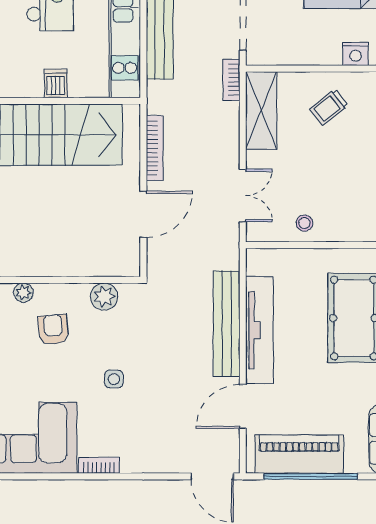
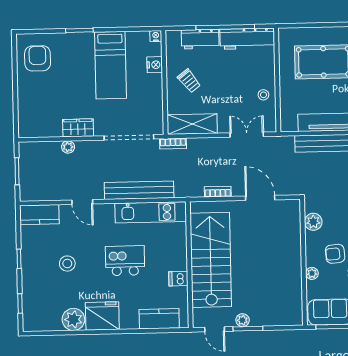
dishwasher: (56, 83) -> (178, 279), moved
bookcase: (155, 148) -> (218, 192), width x0.64

